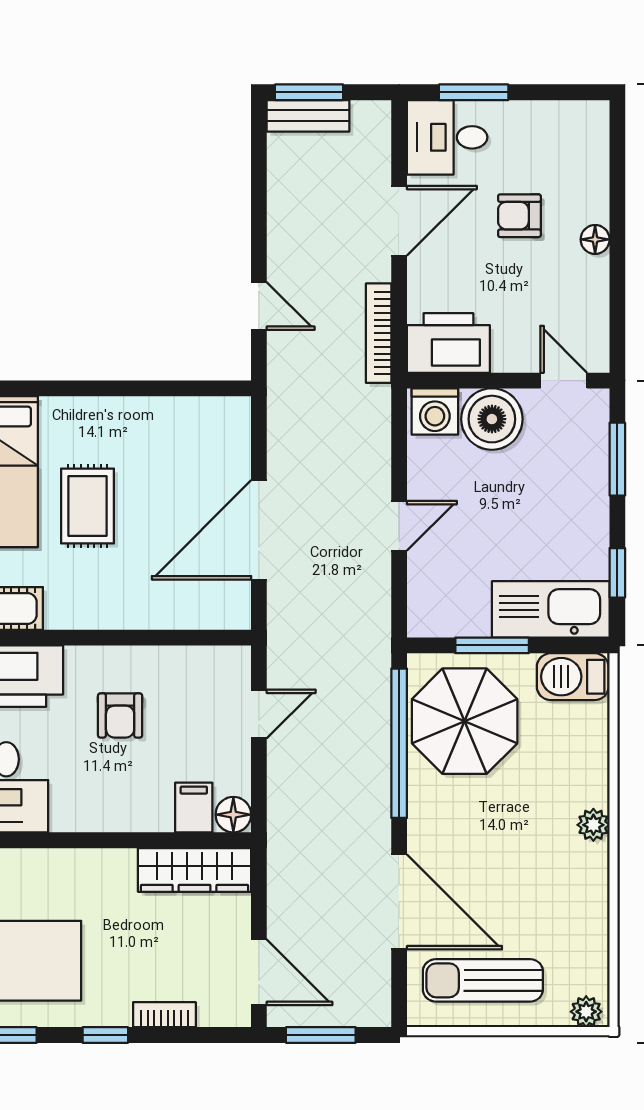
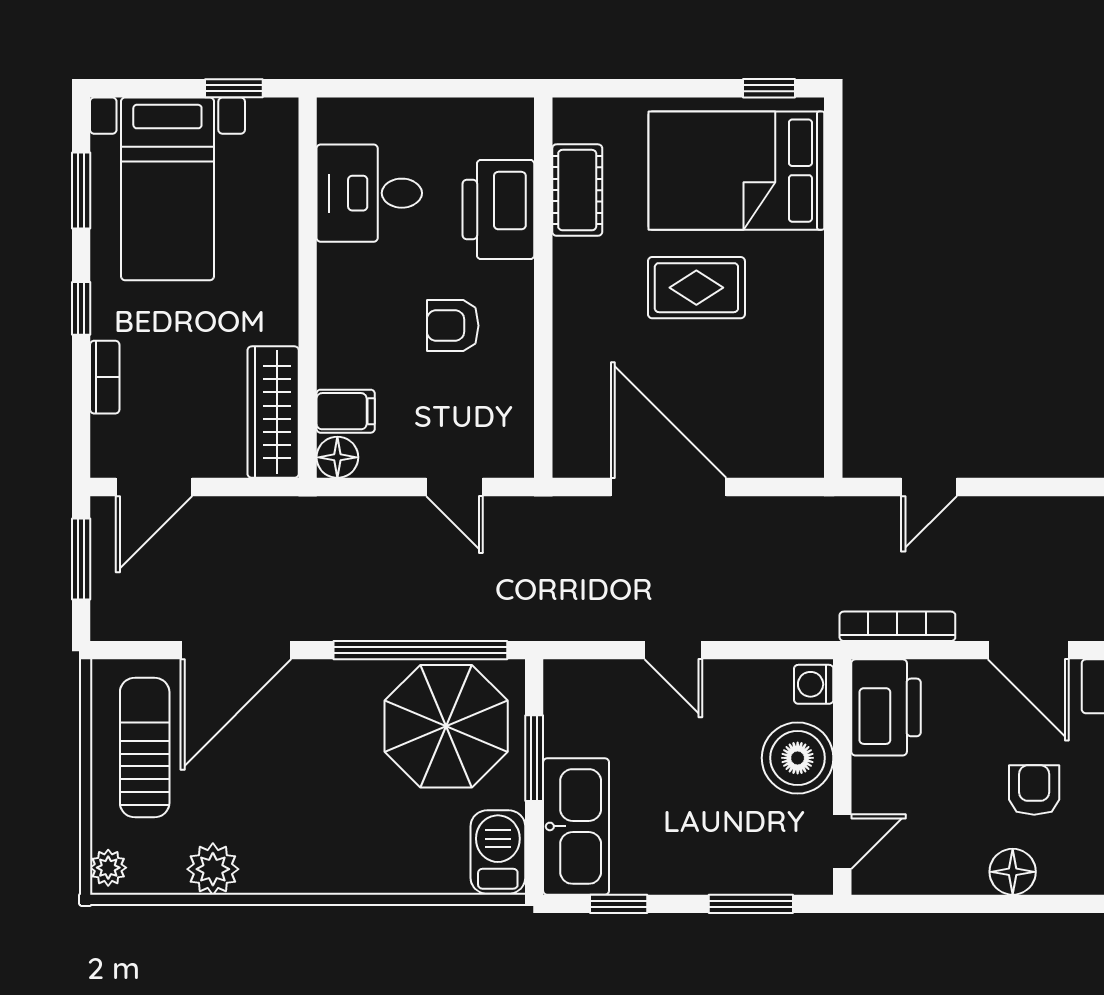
floor lamp: (595, 239) -> (1013, 872), width x1.37, depth x1.37
washing machine: (435, 412) -> (814, 684), width x0.73, depth x0.73
plant: (593, 825) -> (213, 869), moved, width x1.38, depth x1.38

